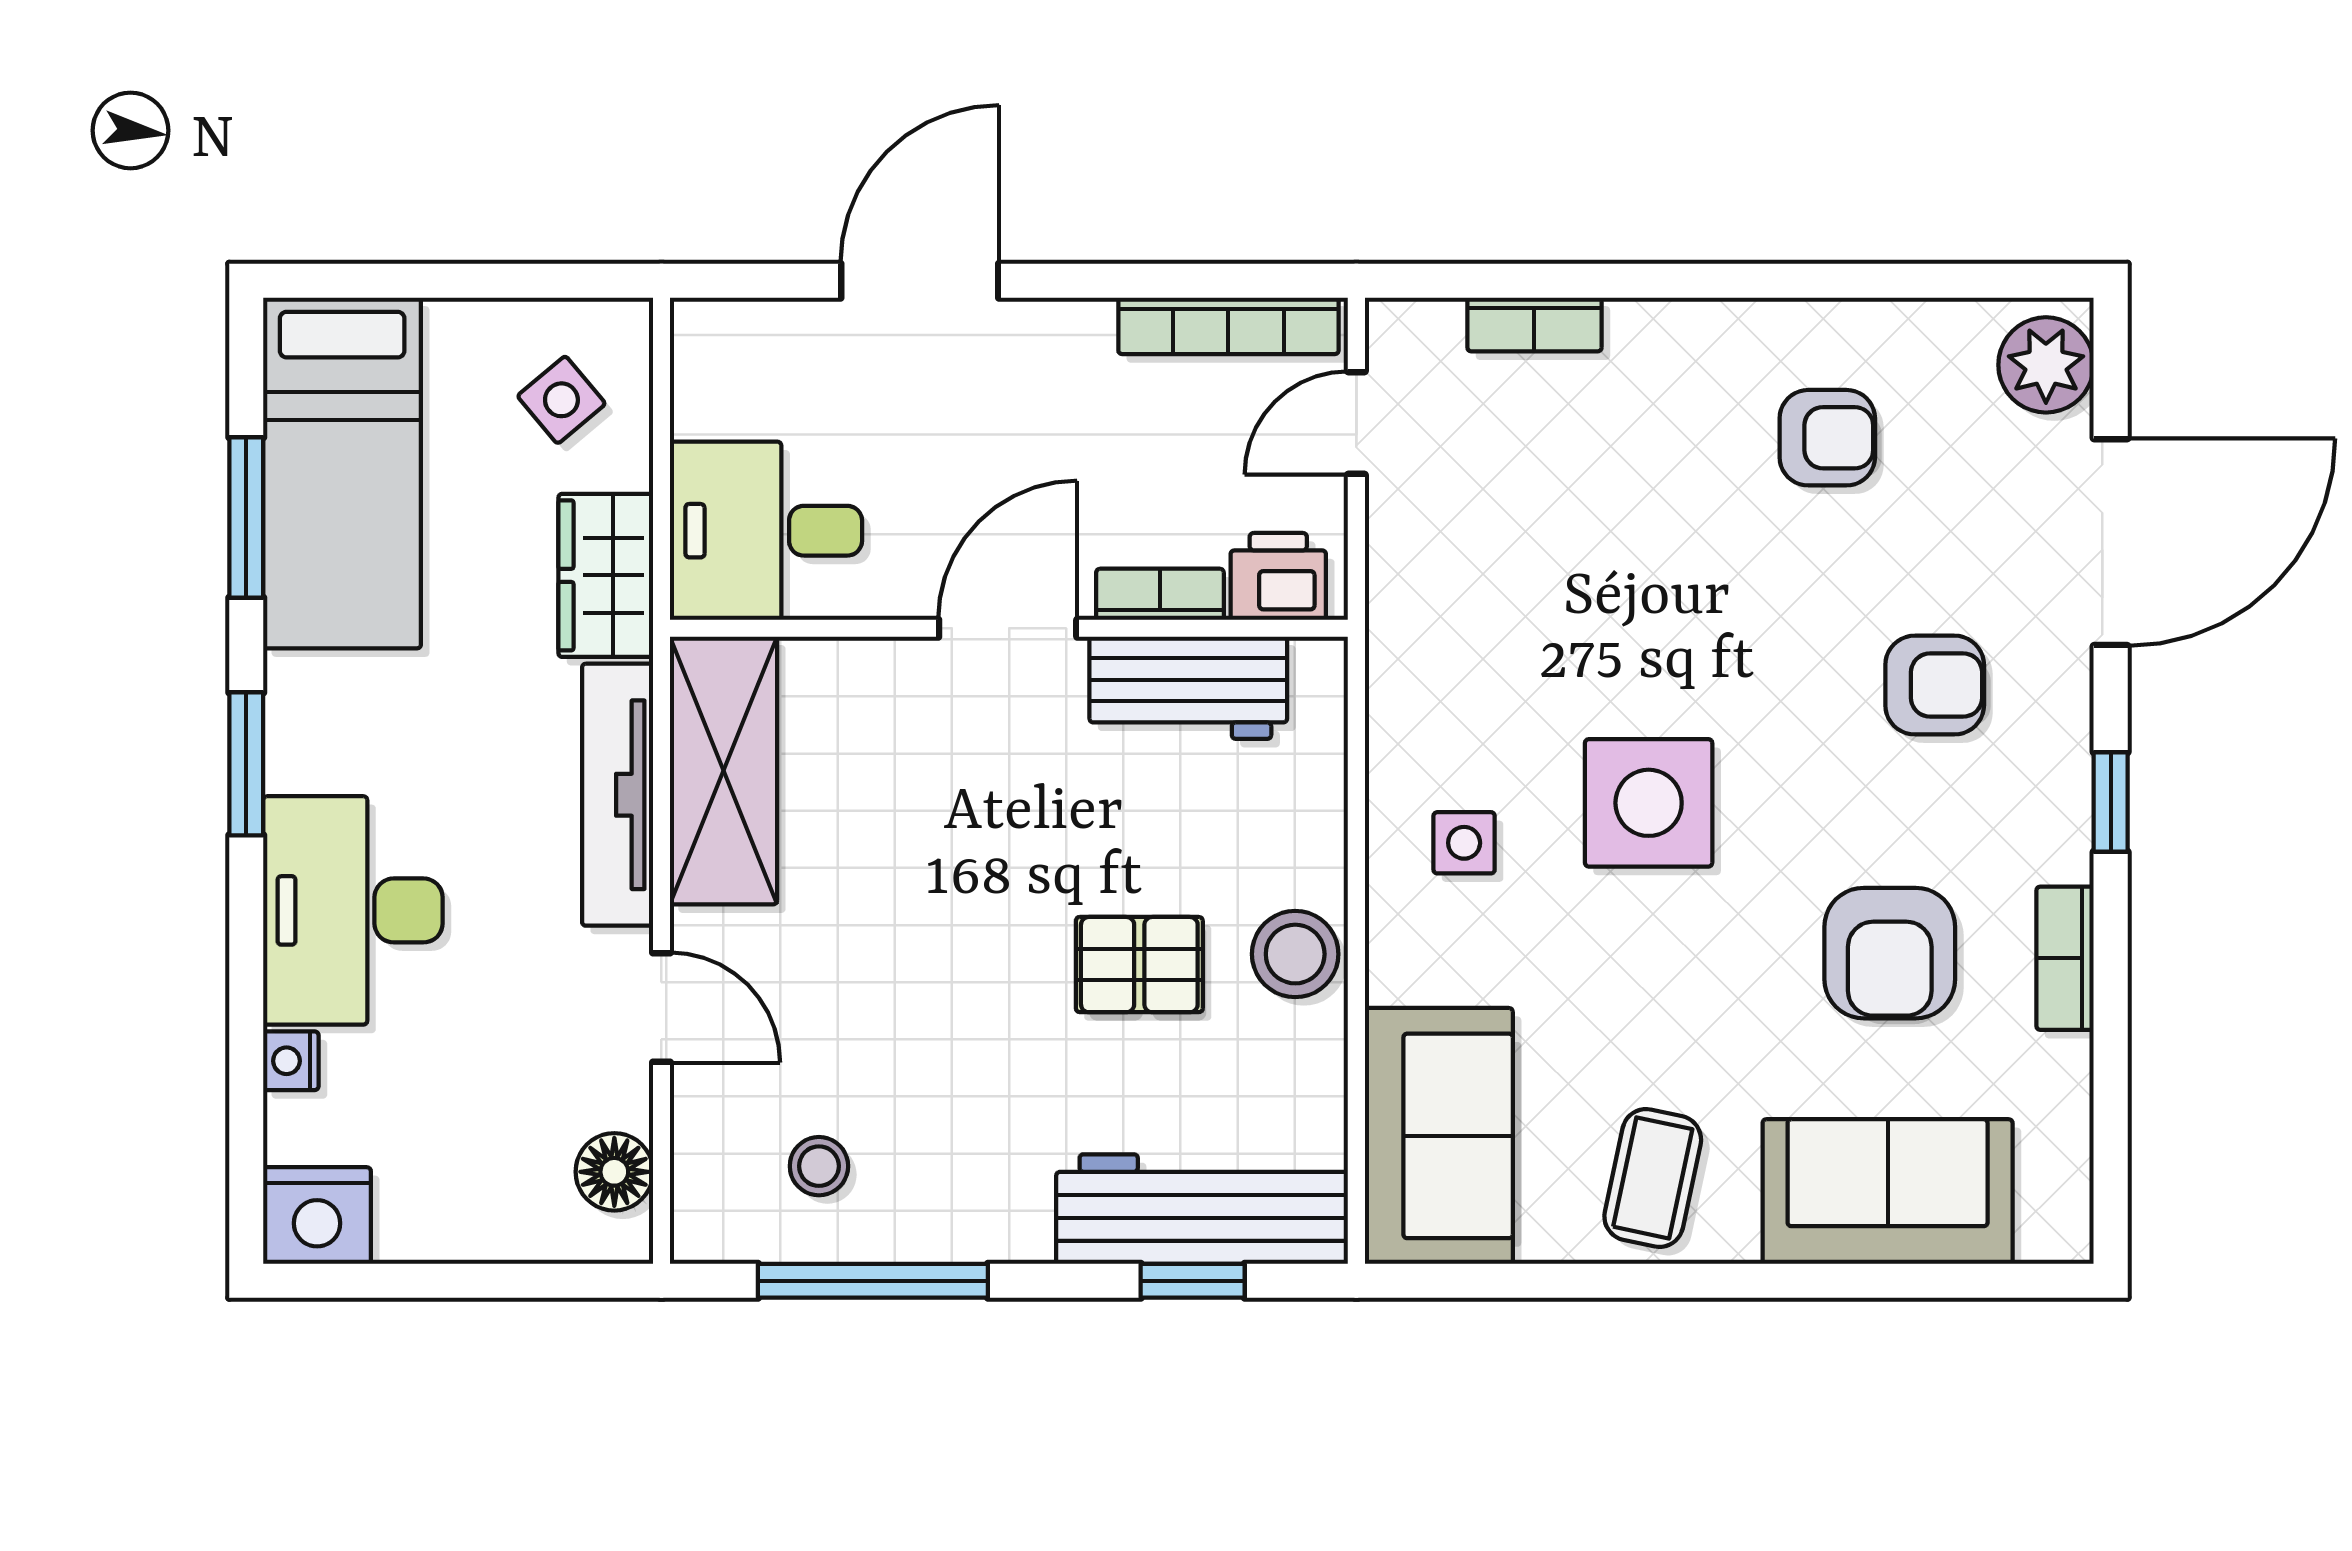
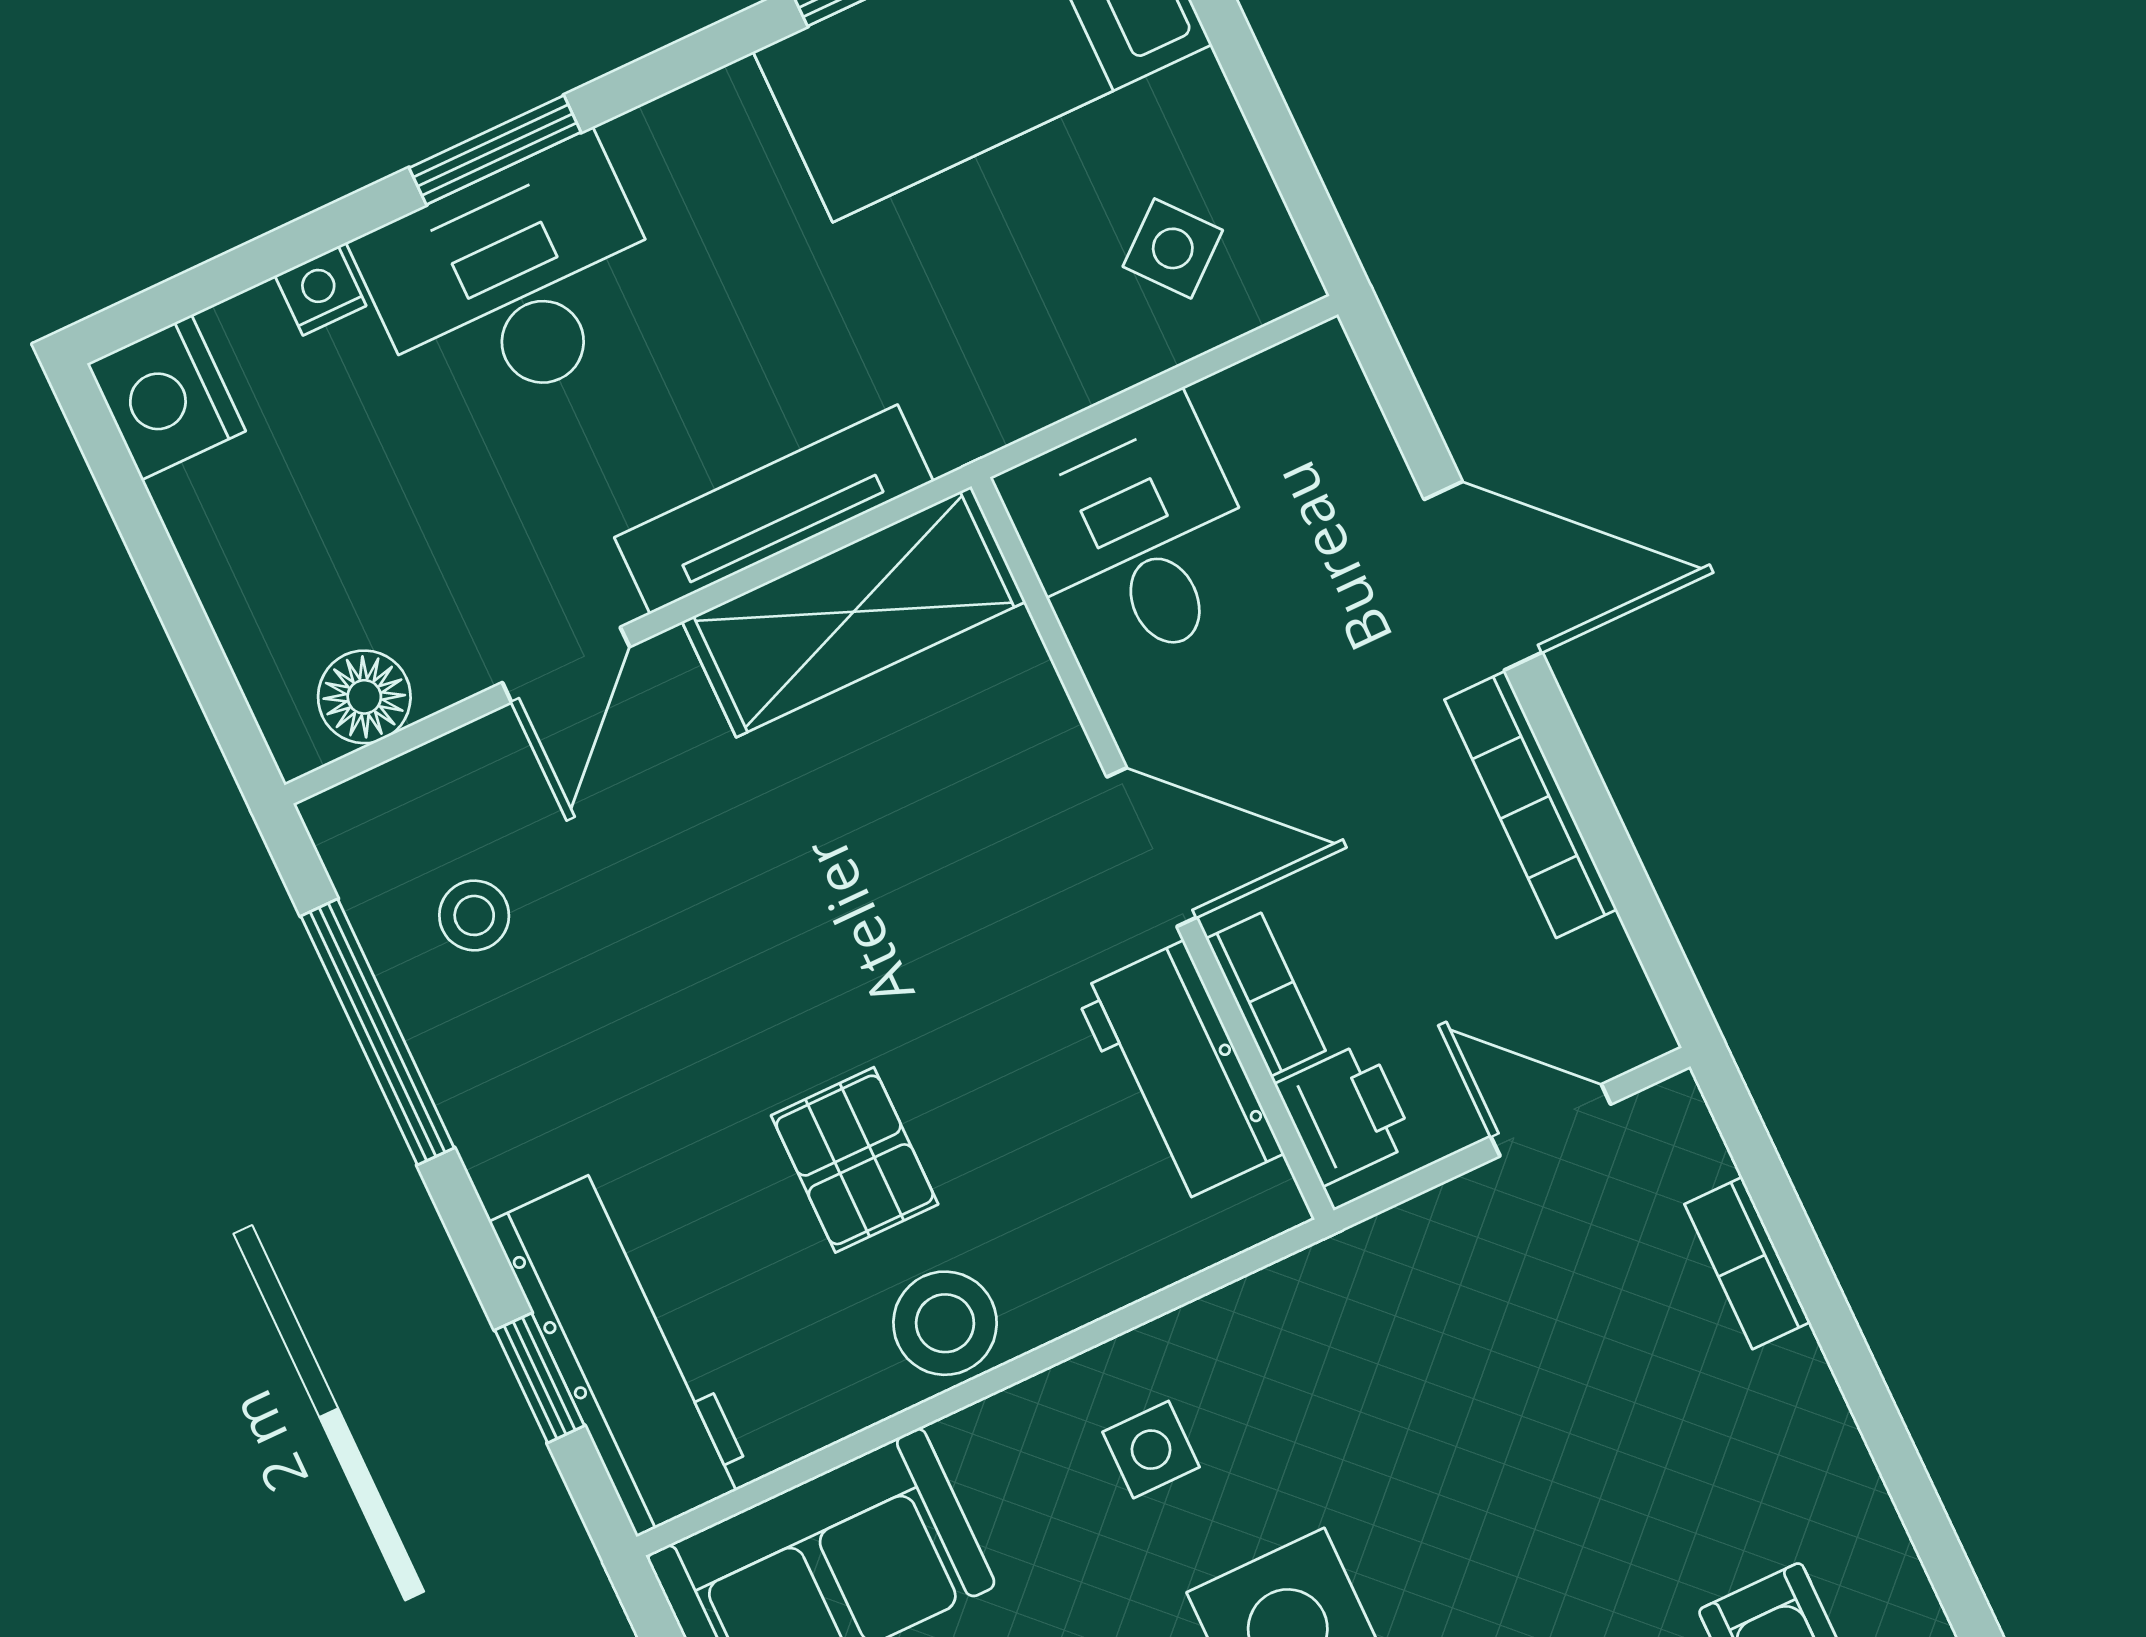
bookcase: (1228, 326) -> (1531, 805), moved
wardrobe: (606, 575) -> (1005, 385), removed
window: (246, 764) -> (495, 150), moved

